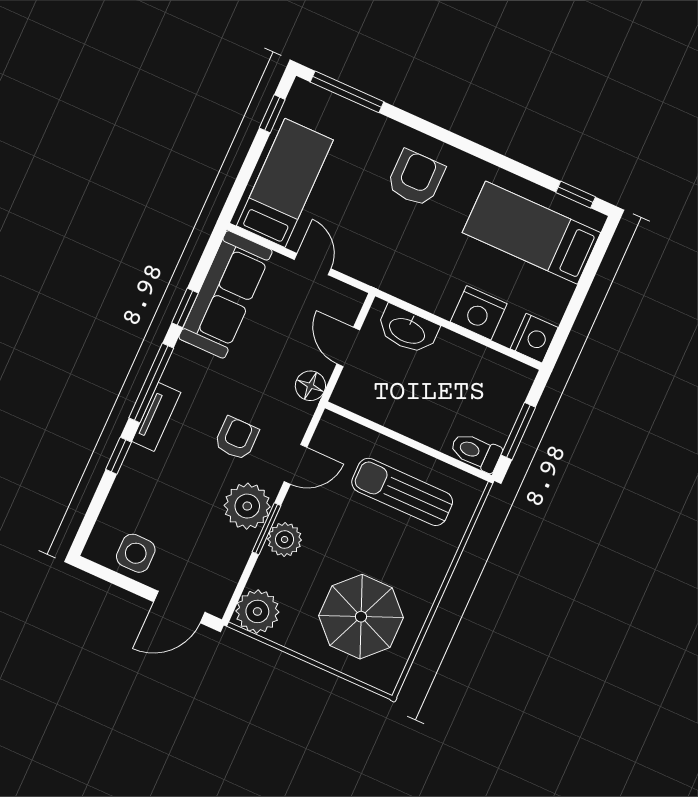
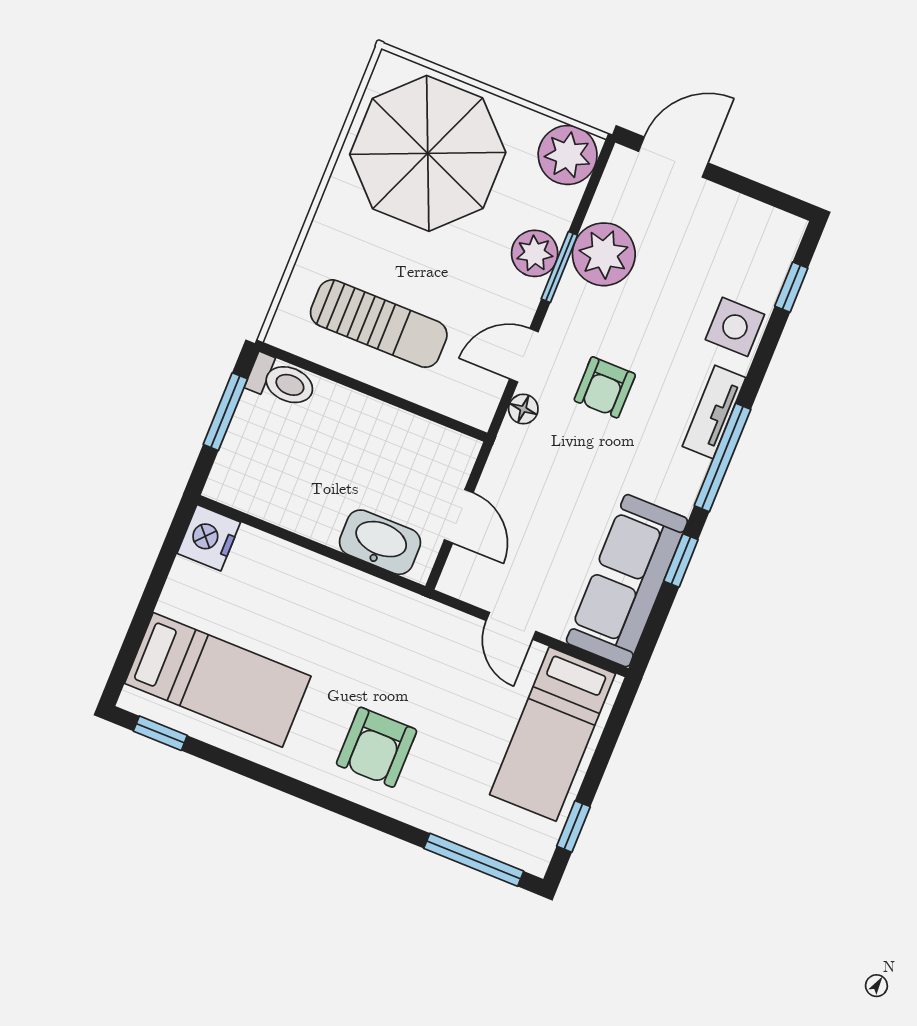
nightstand: (479, 313) -> (285, 569), removed
floor lamp: (310, 386) -> (523, 409), moved, width x0.73, depth x0.73
window: (119, 456) -> (791, 287), moved
plant: (247, 506) -> (604, 254), moved
side table: (136, 553) -> (735, 327), moved
parasol: (361, 617) -> (428, 153), width x1.36, depth x1.36

